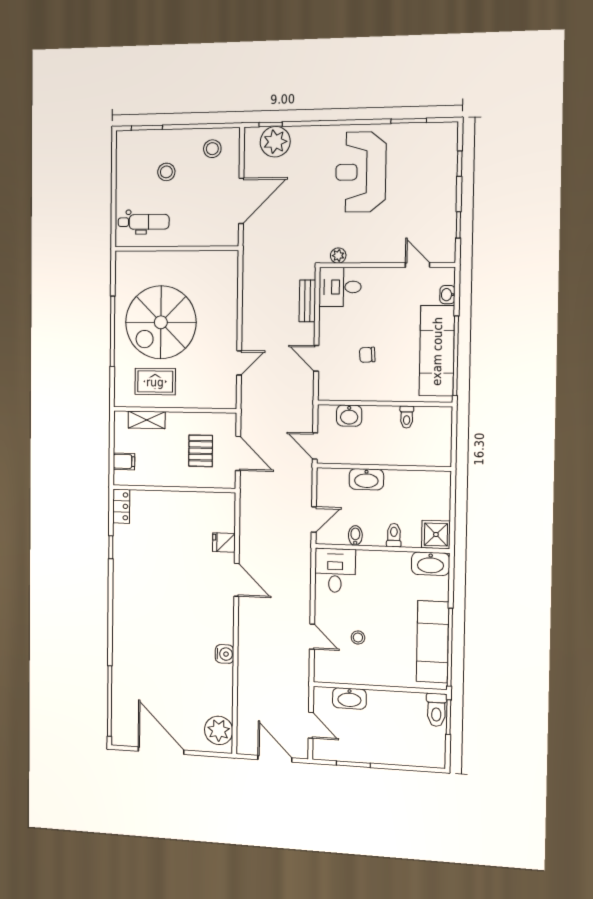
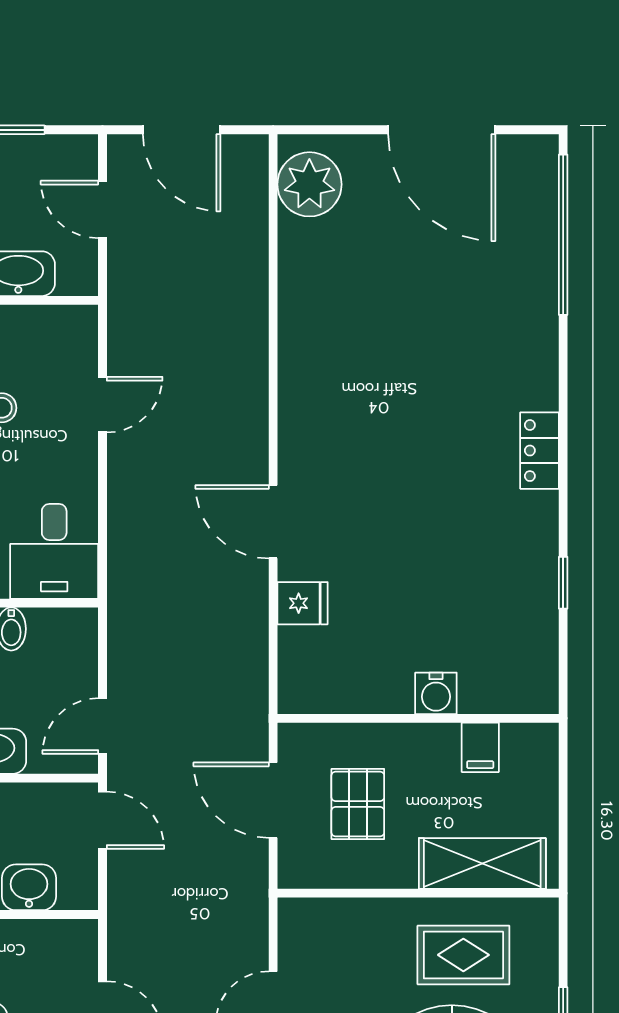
shelving: (147, 420) -> (482, 864), width x1.50, depth x1.33
filing cabinet: (124, 461) -> (480, 747), moved, turned -90
locker: (121, 506) -> (540, 451), moved
door: (314, 519) -> (103, 726), moved
door: (312, 637) -> (103, 405), swing flipped
water cooler: (225, 654) -> (436, 693), moved, turned -90

